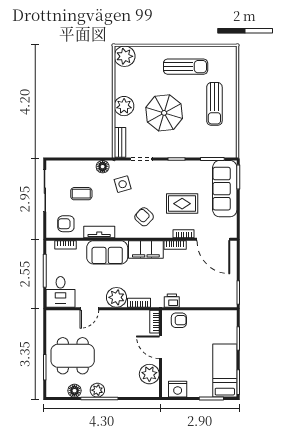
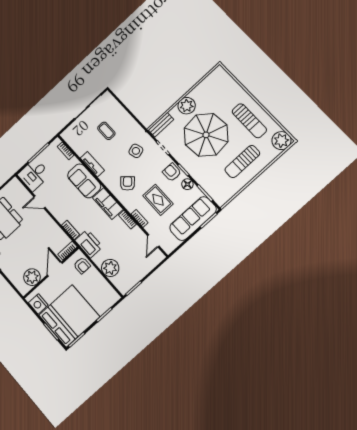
plant: (125, 56) -> (281, 141), moved
parasol: (164, 113) -> (206, 135), width x1.36, depth x1.36
floor lamp: (103, 167) -> (187, 184), moved
armchair: (66, 224) -> (172, 172), moved
door: (213, 239) -> (153, 241), width x0.53
plant: (116, 297) -> (110, 268), moved
printer: (172, 301) -> (89, 244), width x1.87, depth x1.48
bed: (225, 371) -> (69, 316), width x2.04

